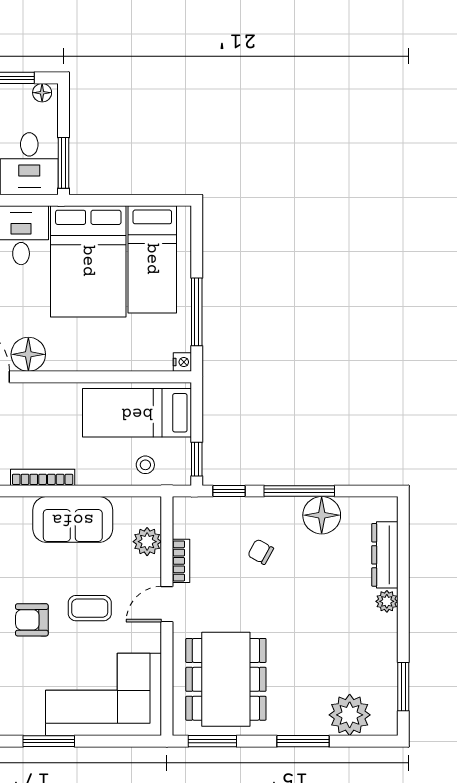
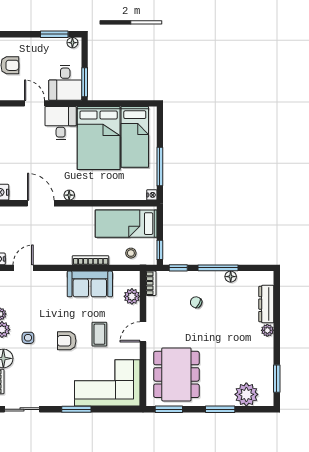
floor lamp: (28, 354) -> (69, 195), width x0.53, depth x0.53
bookcase: (43, 477) -> (91, 260), moved
floor lamp: (322, 515) -> (231, 277), width x0.53, depth x0.53
bookcase: (181, 561) -> (151, 283), moved
coffee table: (90, 608) -> (99, 334), turned 90

